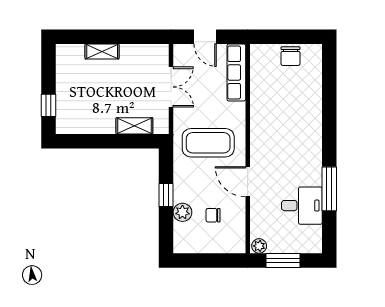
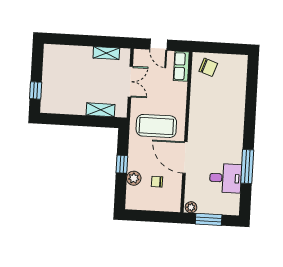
shelving: (102, 51) -> (106, 53), moved
chair: (290, 56) -> (208, 67), moved, turned -71
row of seats: (236, 72) -> (181, 66), width x0.68
door: (248, 182) -> (185, 158), width x1.36

